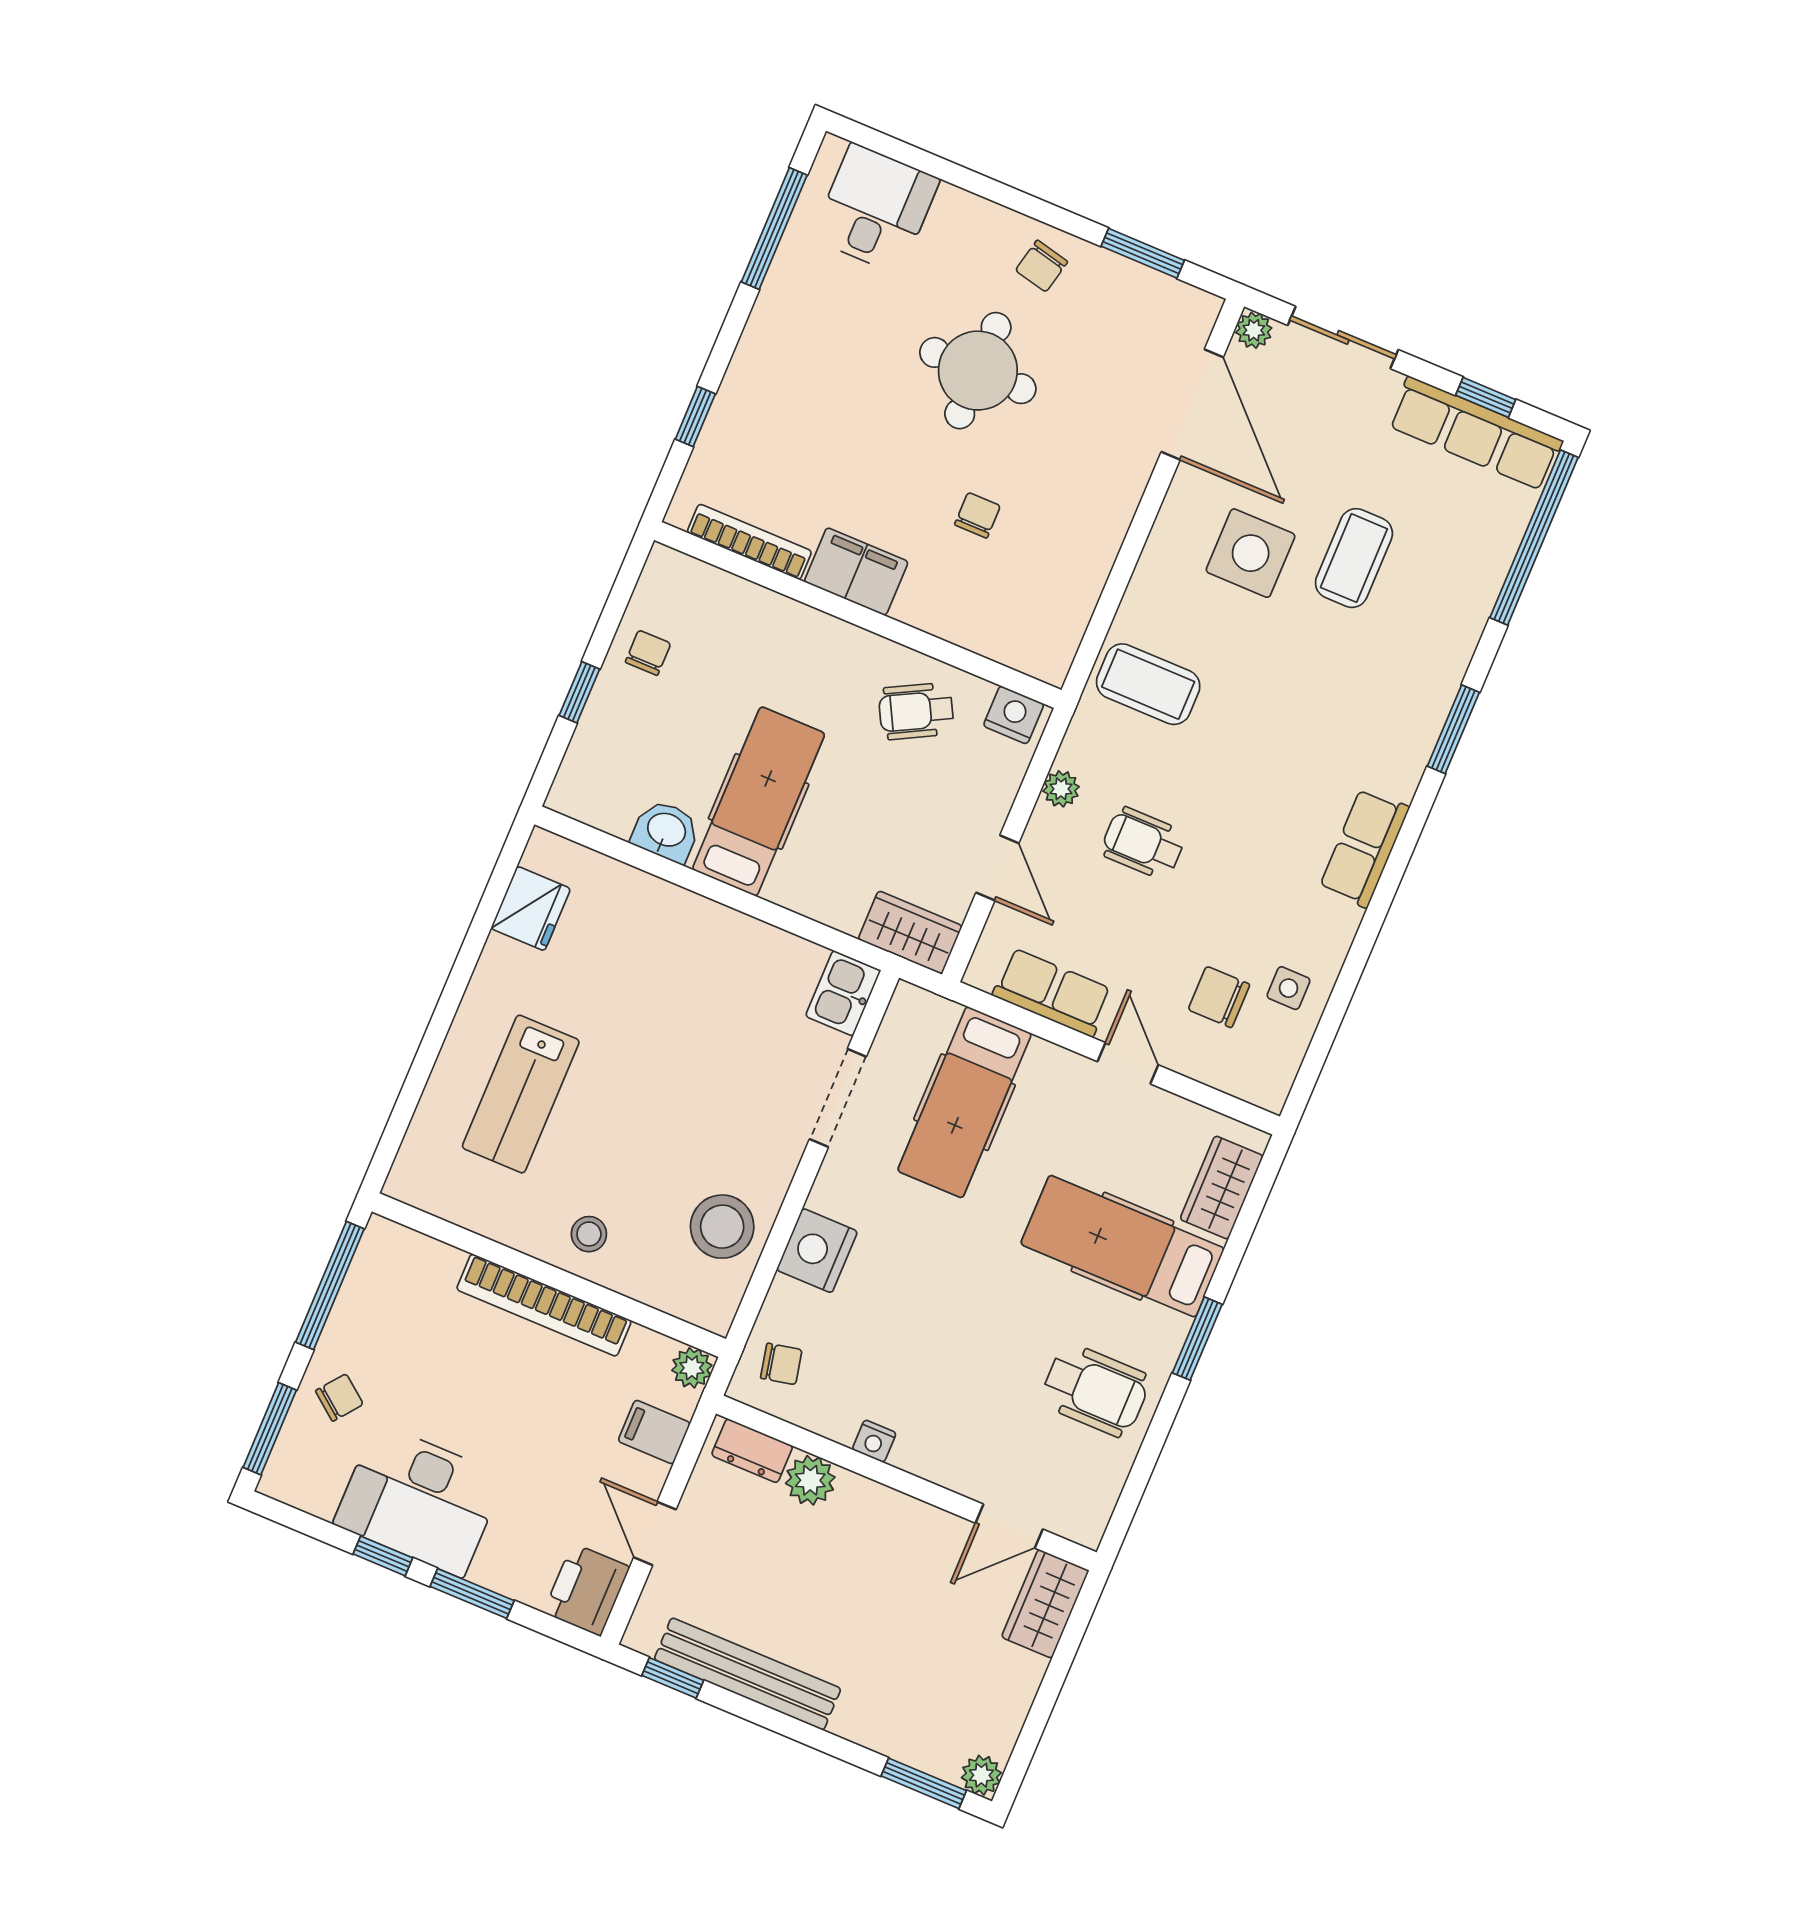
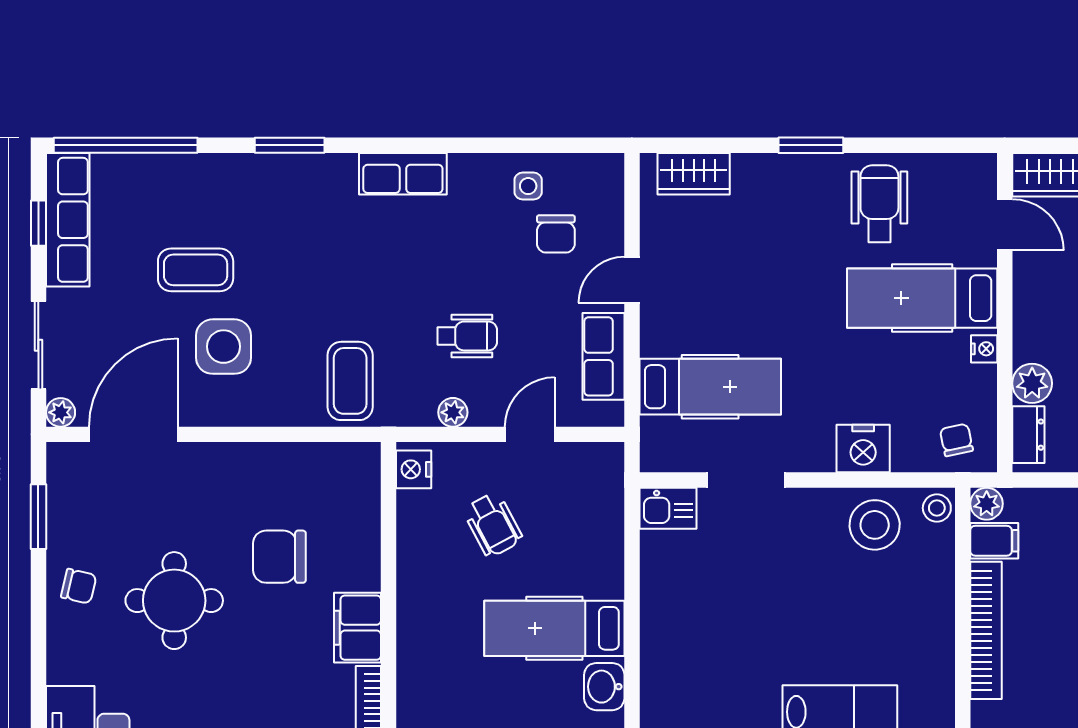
chair: (977, 515) -> (279, 557), width x1.87, depth x1.87
wheelchair: (916, 711) -> (493, 525), moved
wheelchair: (1143, 843) -> (467, 336), turned -90
wardrobe: (910, 933) -> (603, 478), removed
stool: (589, 1234) -> (937, 508), moved
hospital bed: (1122, 1246) -> (922, 298), moved, turned 90
filing cabinet: (654, 1432) -> (994, 541), moved, turned -90

